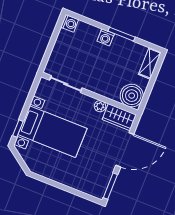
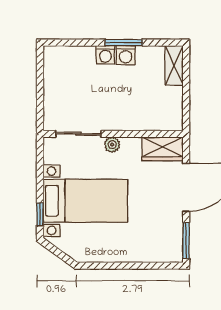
washing machine: (70, 23) -> (126, 55), moved, turned 90
boiler: (132, 96) -> (167, 115), removed
plant: (100, 106) -> (112, 145), moved

